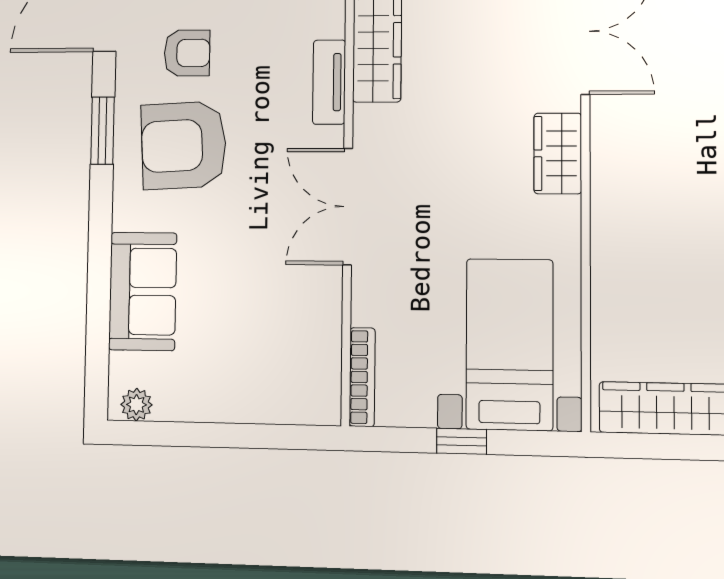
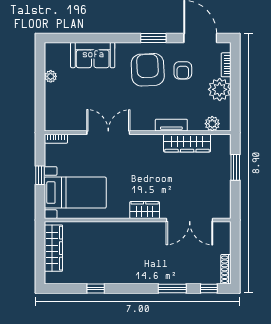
double door: (348, 207) -> (108, 133), moved
bookcase: (362, 377) -> (56, 139), width x0.64
plant: (136, 405) -> (51, 76), moved

